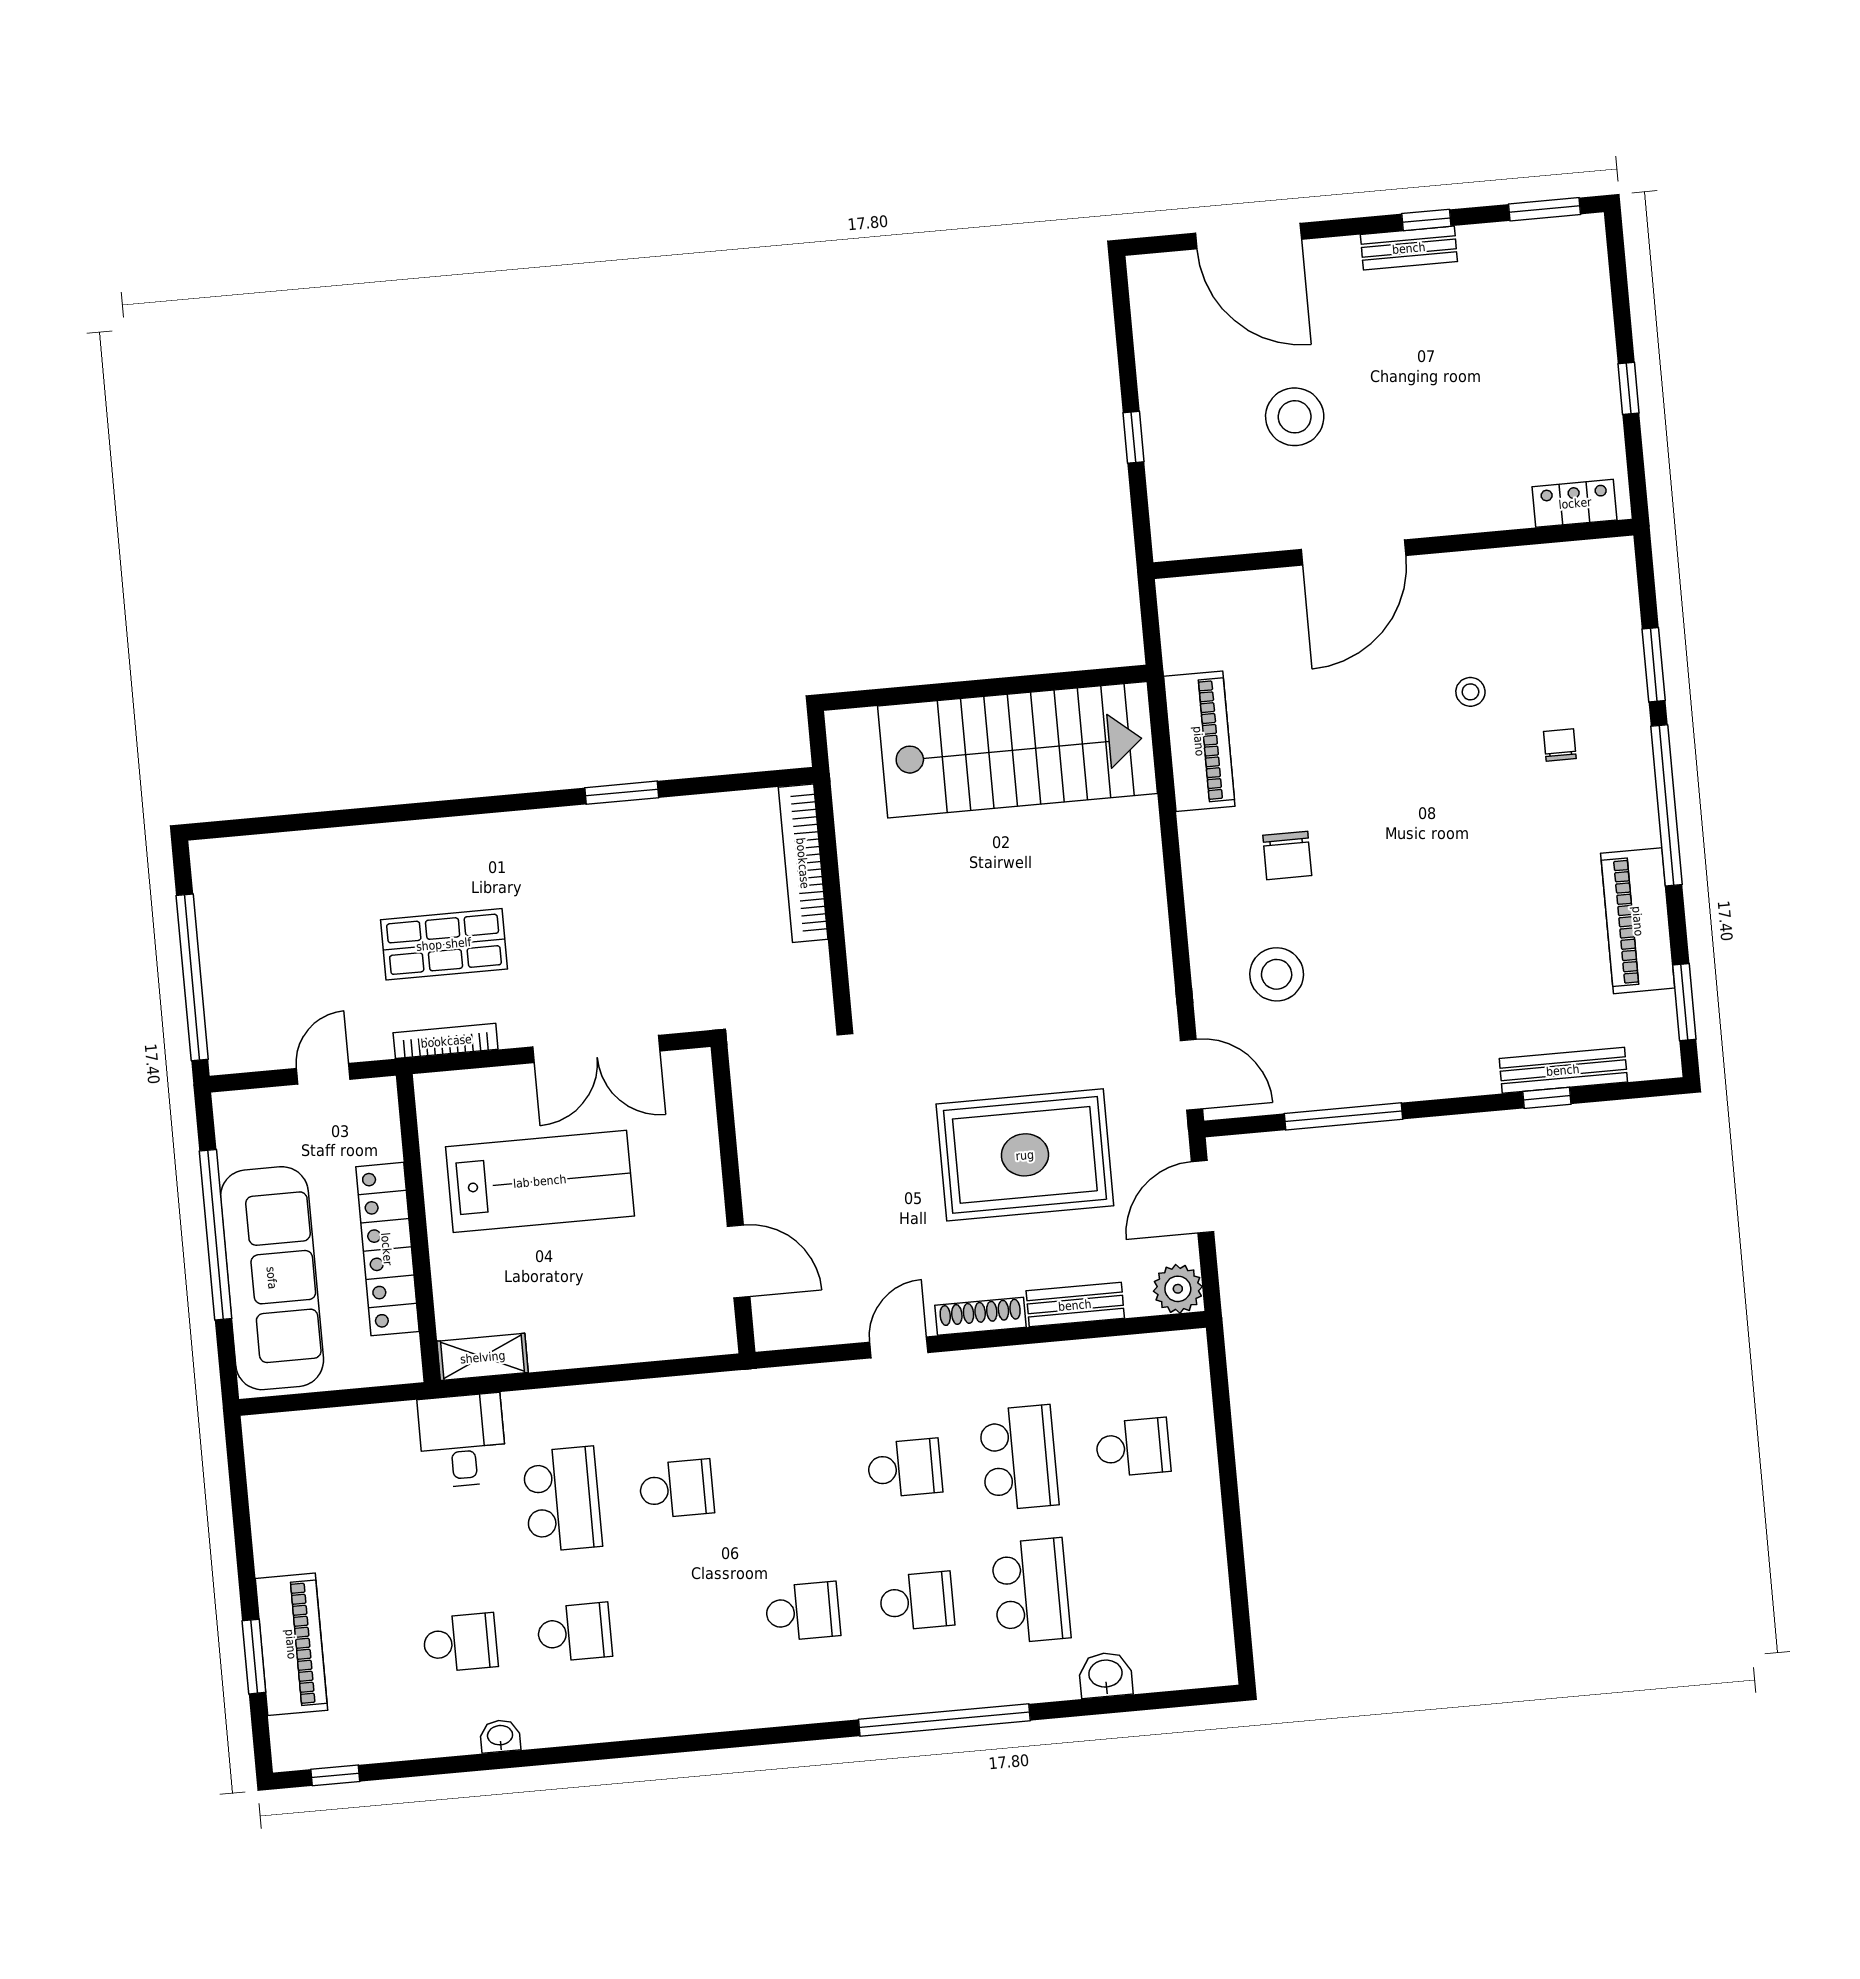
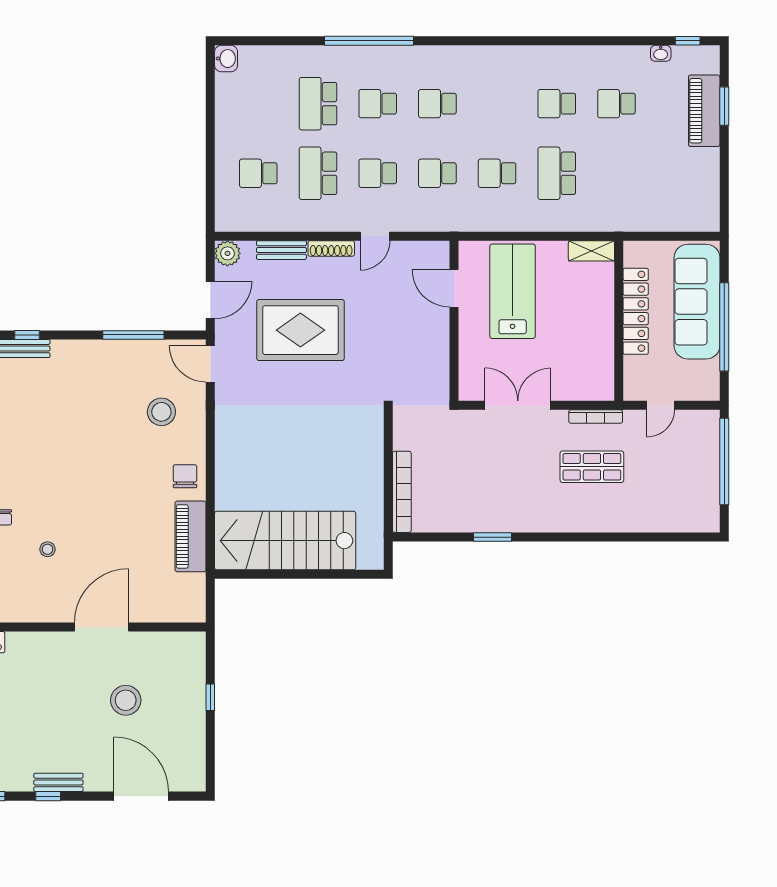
chair: (1287, 855) -> (185, 476), moved
lab bench: (540, 1181) -> (513, 291), moved, turned 90
desk: (462, 1441) -> (606, 208), removed
school desk: (791, 1478) -> (437, 173), added
washbasin: (1106, 1675) -> (226, 59), moved, turned -90
washbasin: (500, 1736) -> (661, 53), moved

